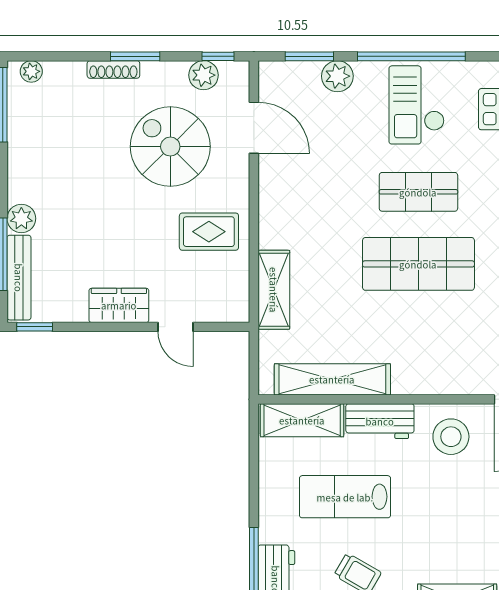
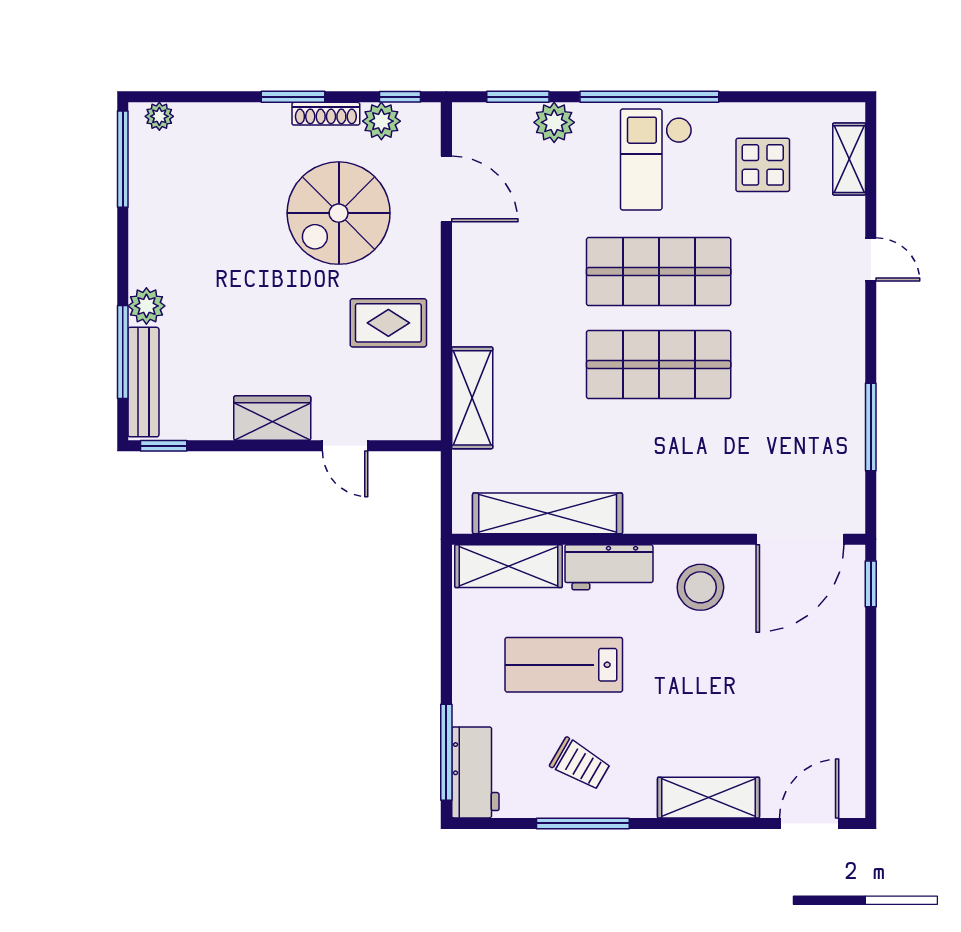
shoe rack: (113, 69) -> (326, 114), moved
spiral stairs: (170, 147) -> (339, 213), turned -90
shop shelf: (418, 192) -> (659, 272), width x1.43, depth x1.36

